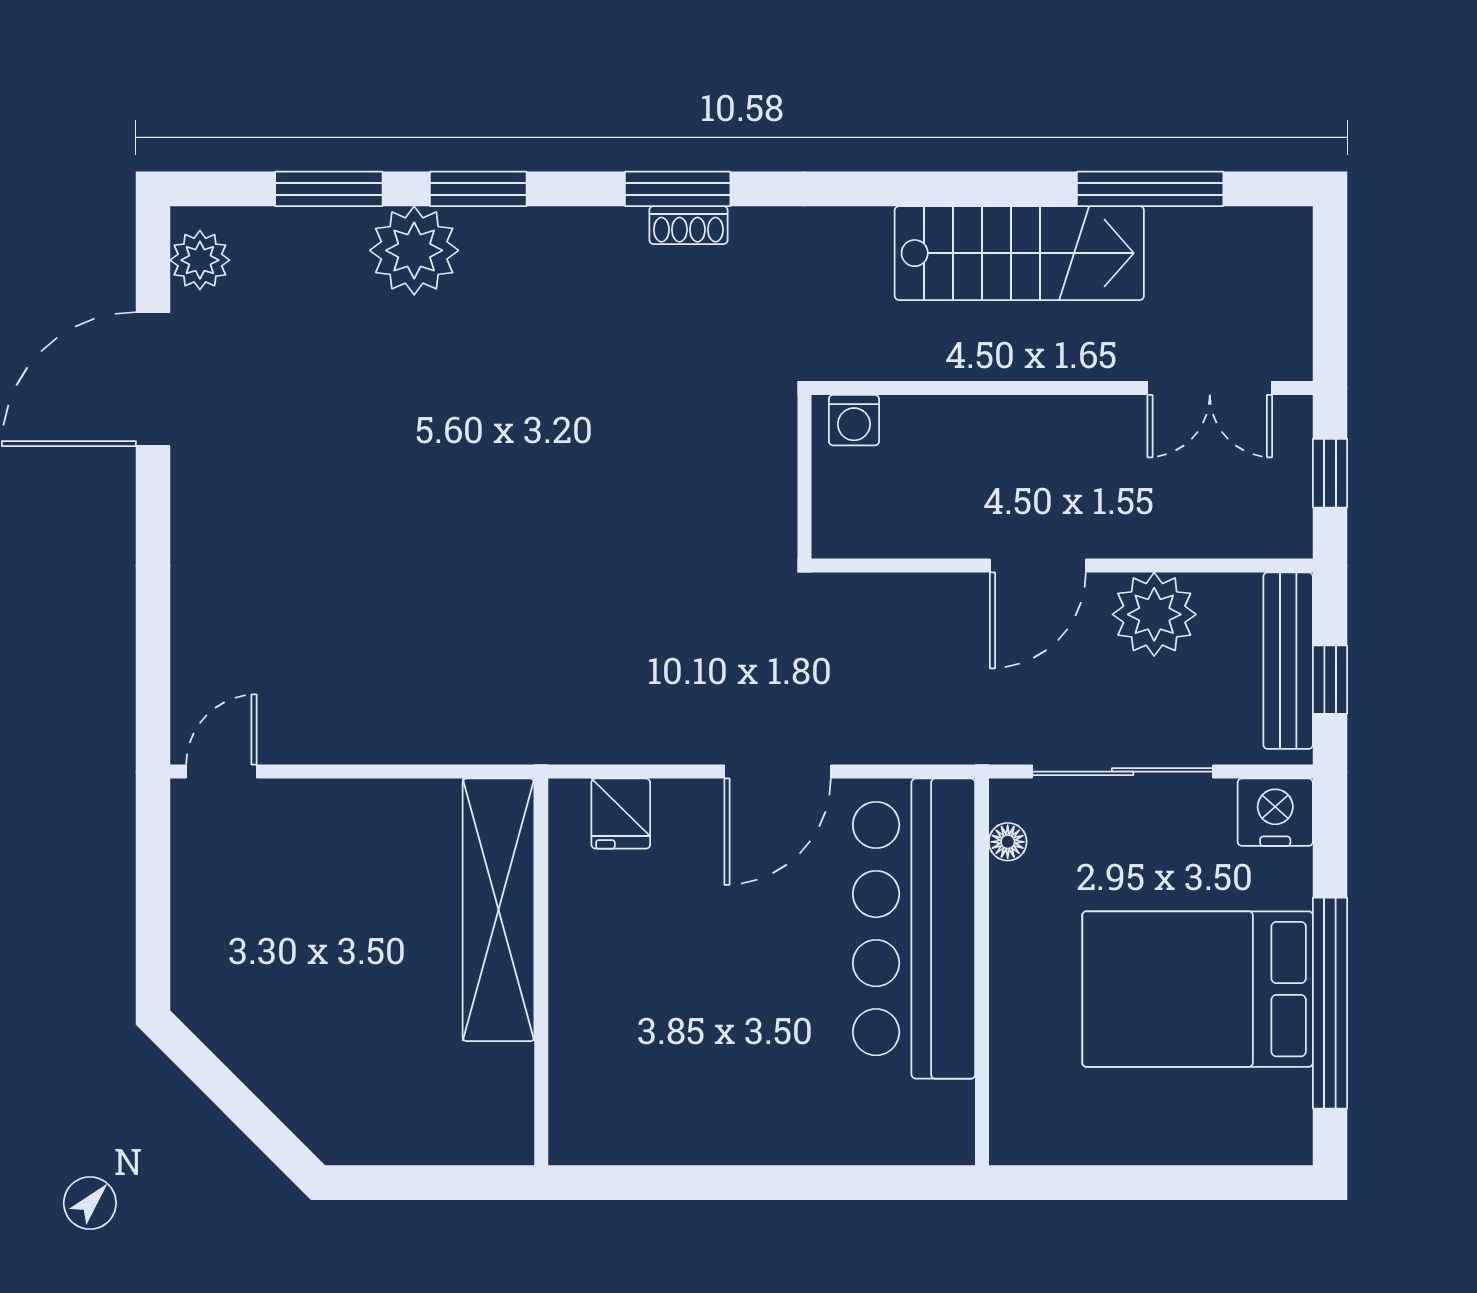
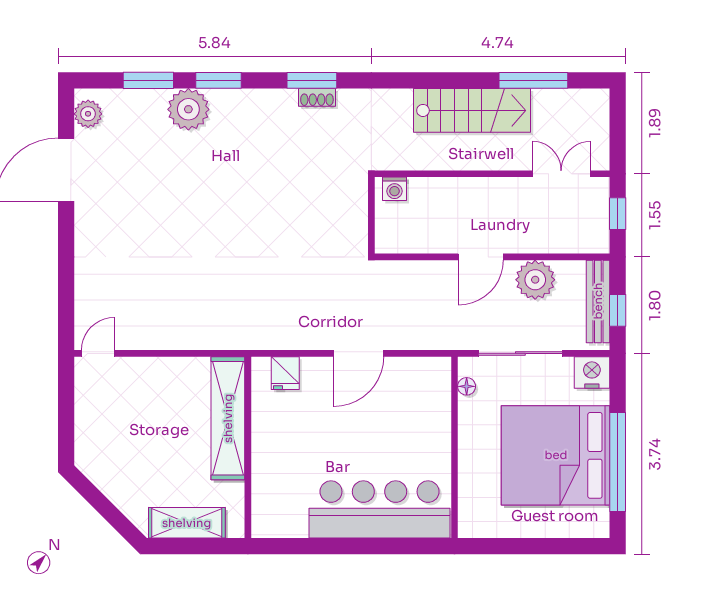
double door: (1210, 388) -> (561, 174), swing flipped
bar counter: (914, 929) -> (380, 509), moved, turned 90
bed: (1198, 989) -> (556, 455), width x1.36
shelving: (411, 1133) -> (187, 523), added

